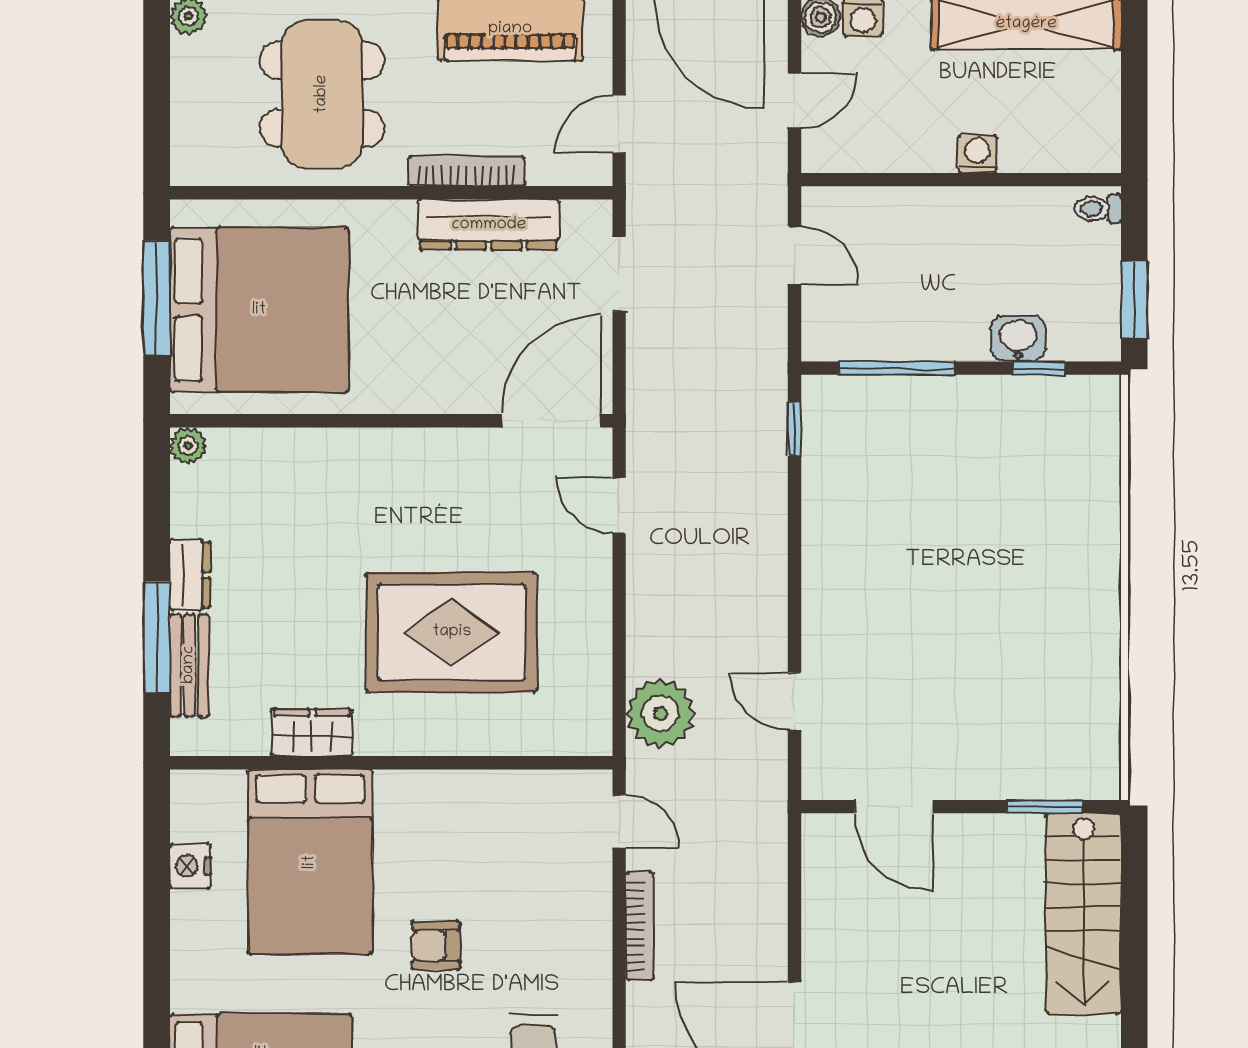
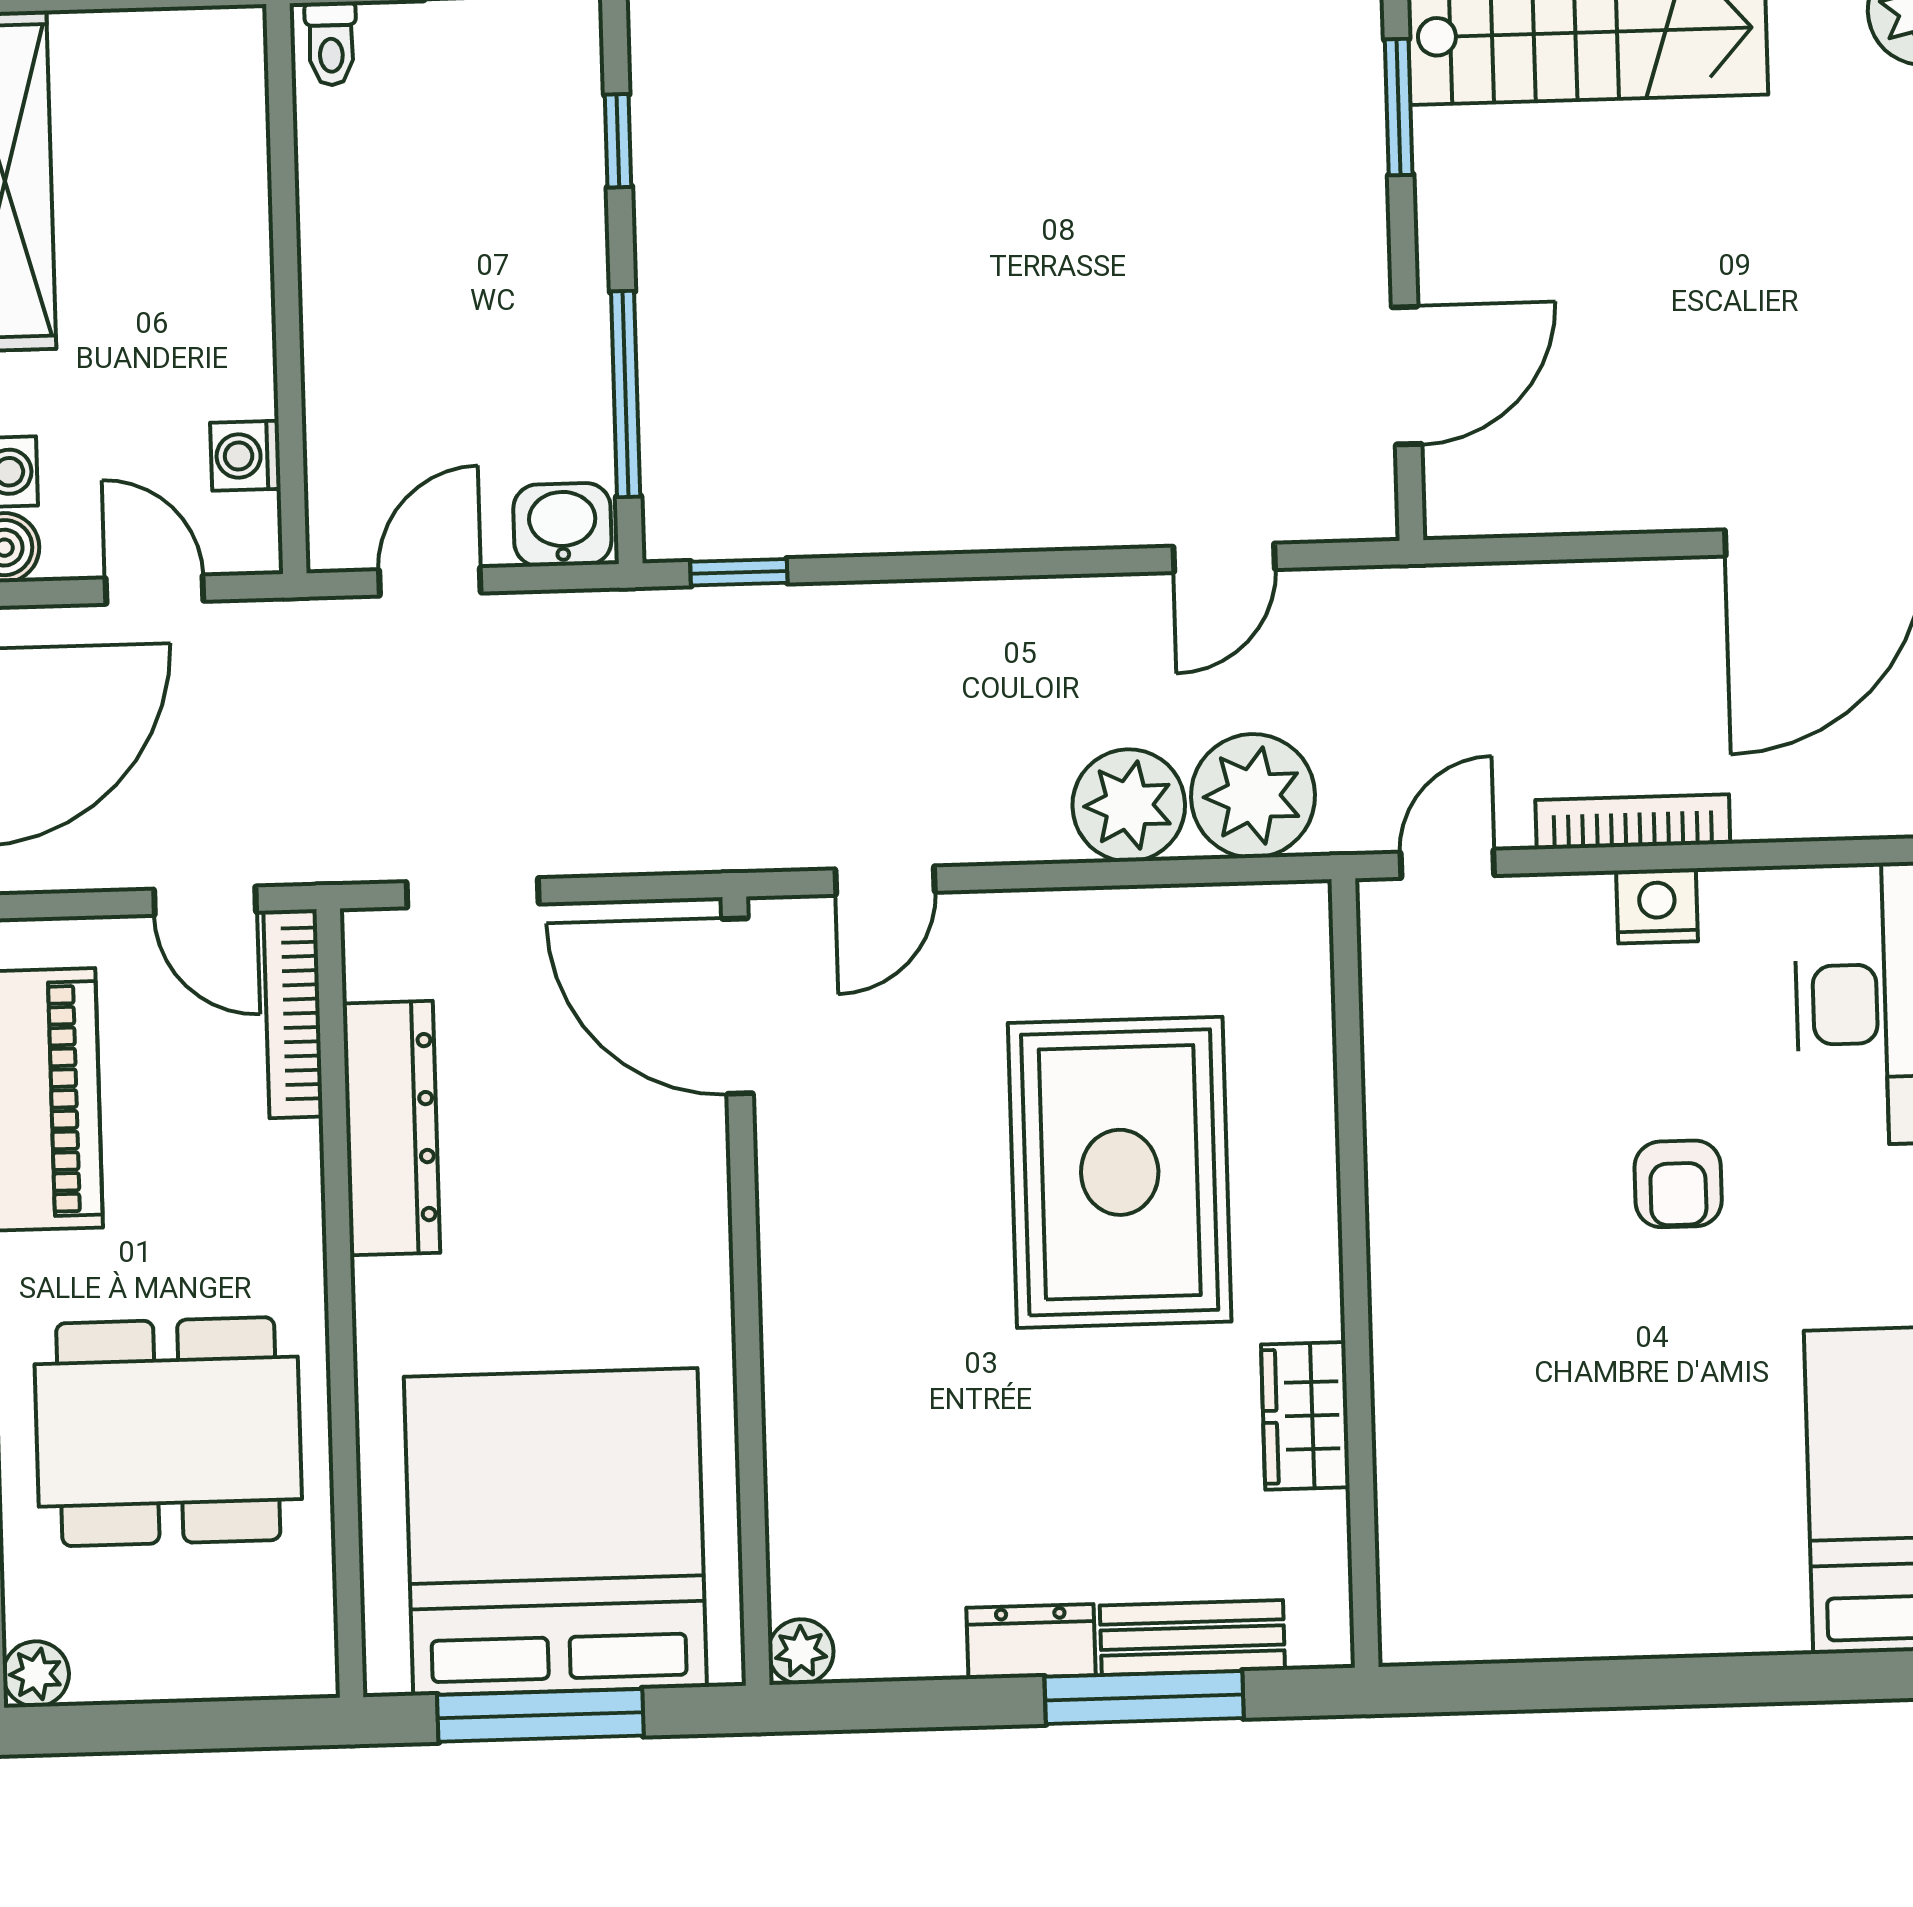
washing machine: (977, 154) -> (245, 456), moved
bookcase: (466, 171) -> (293, 1014), moved
washbasin: (1018, 339) -> (562, 525), moved, turned 90
plant: (657, 644) -> (1129, 805), added
bed: (310, 862) -> (1536, 1412), removed
nightstand: (190, 866) -> (1657, 906), moved, turned 180

